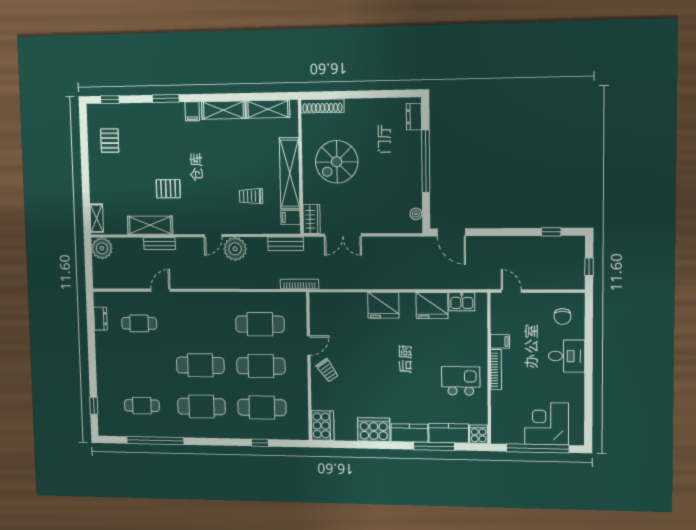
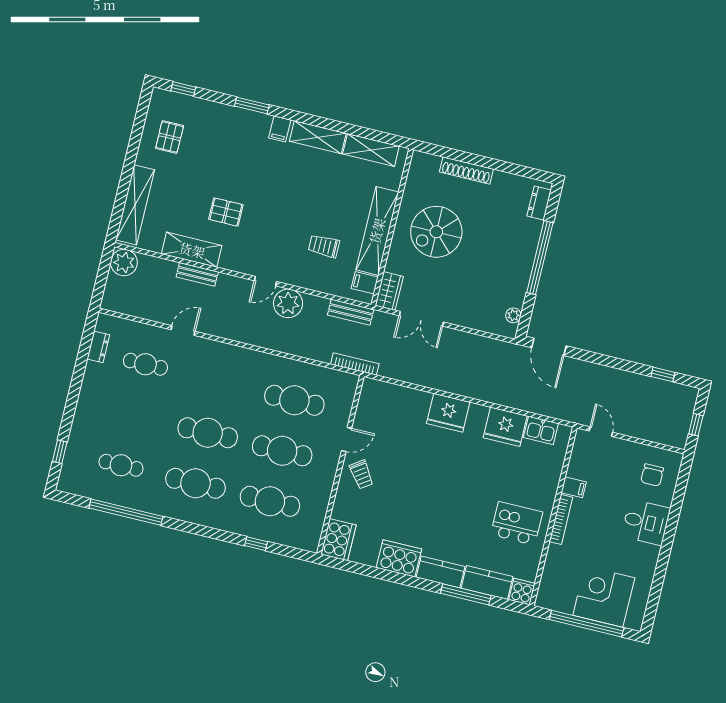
shoe rack: (322, 106) -> (466, 170), moved
shelving: (97, 218) -> (135, 205), width x2.20, depth x1.33

